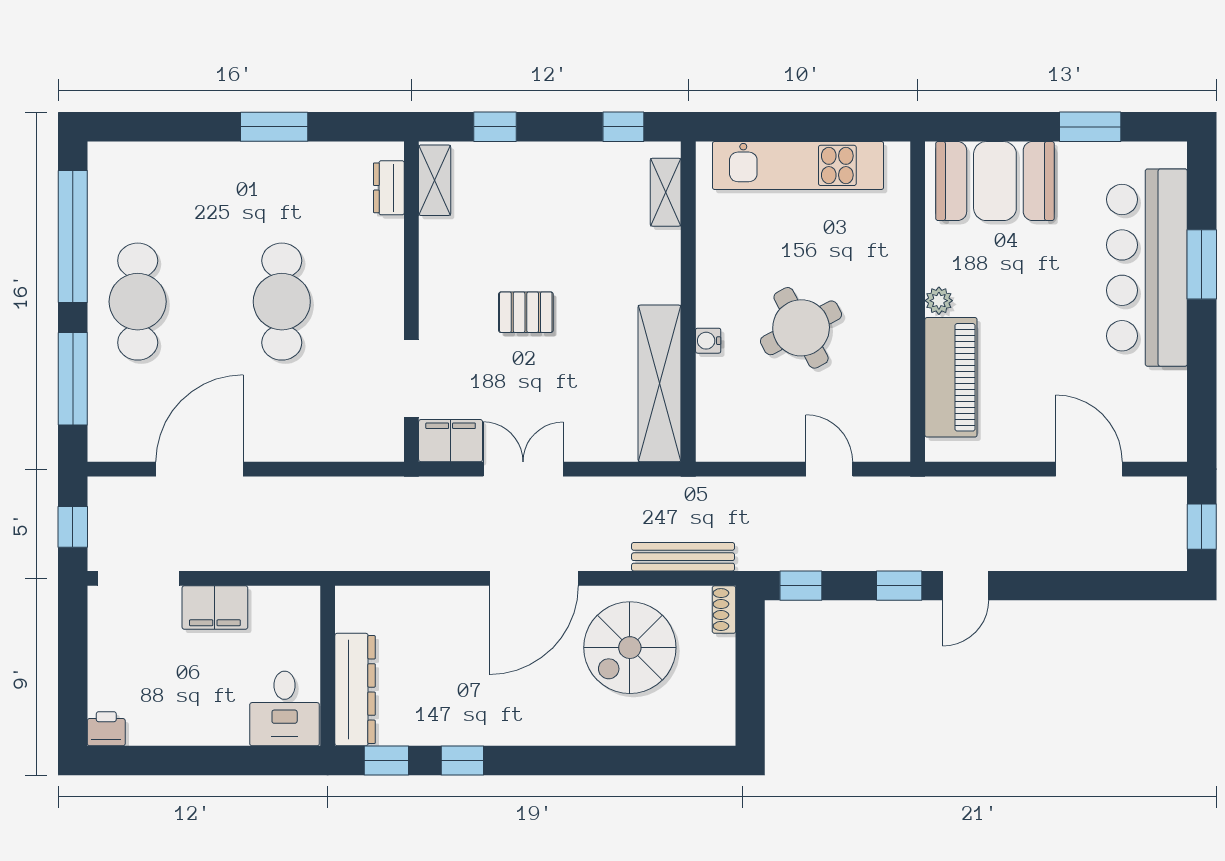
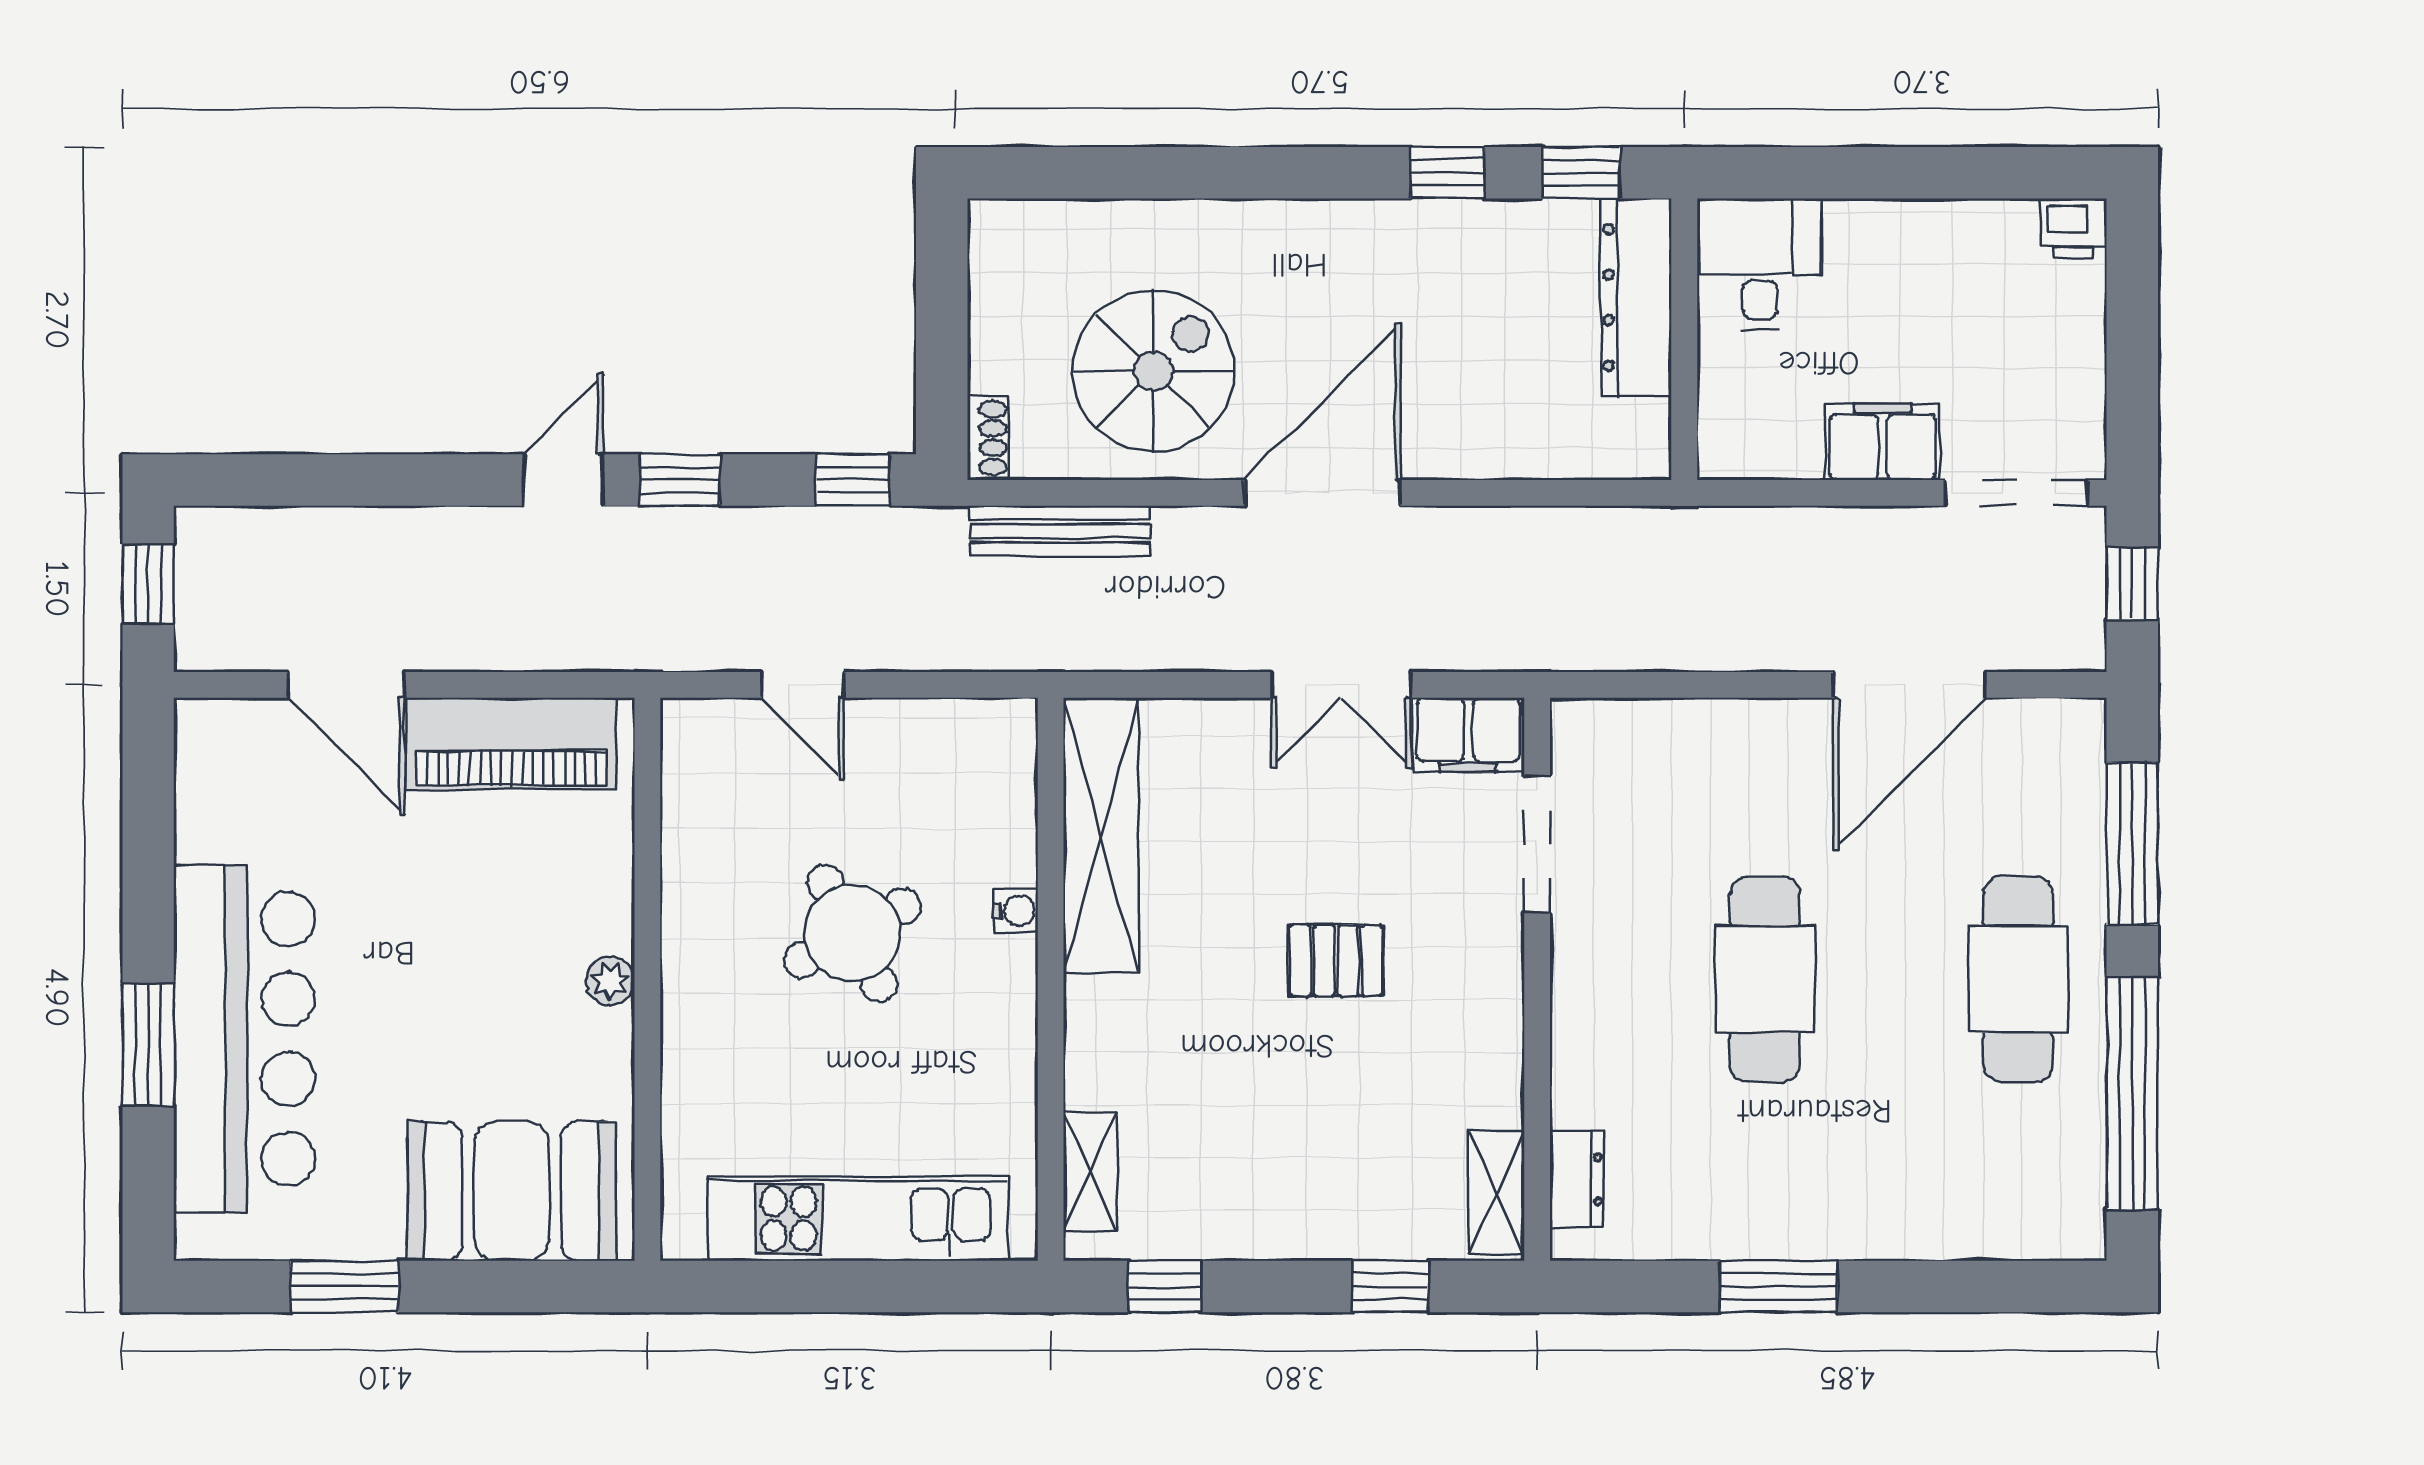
piano: (951, 377) -> (512, 743), moved, turned -90

